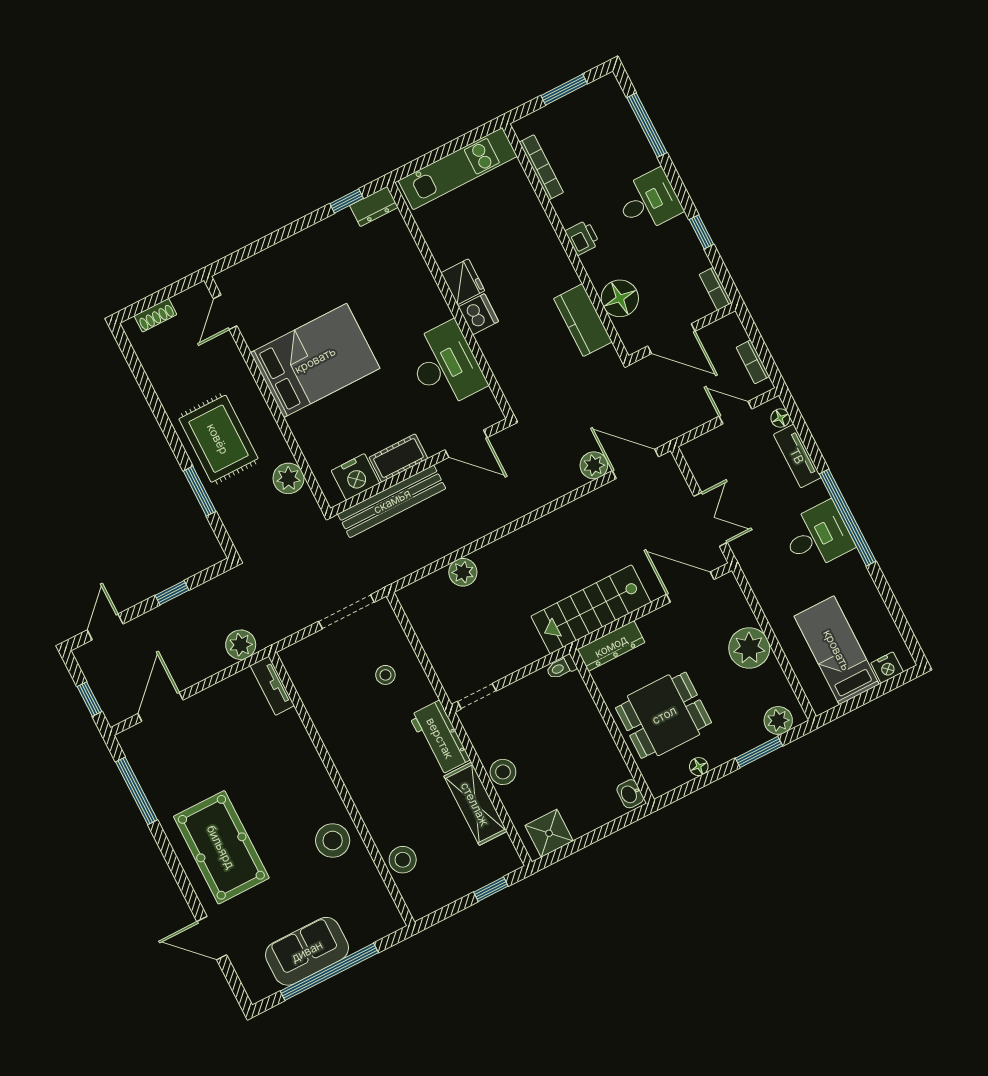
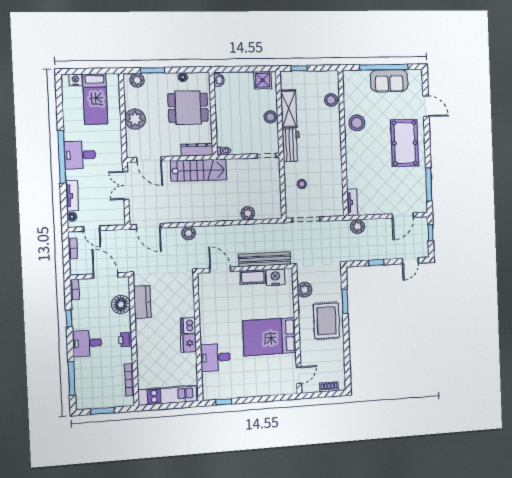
dresser: (374, 206) -> (213, 394), removed
desk: (445, 365) -> (215, 357), moved, width x0.73
plant: (594, 465) -> (188, 233), moved

